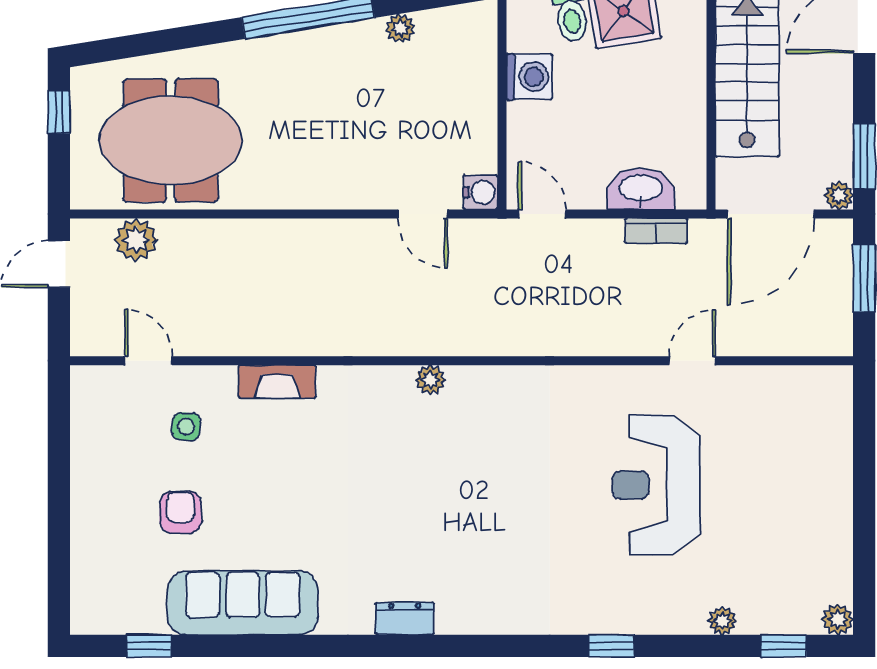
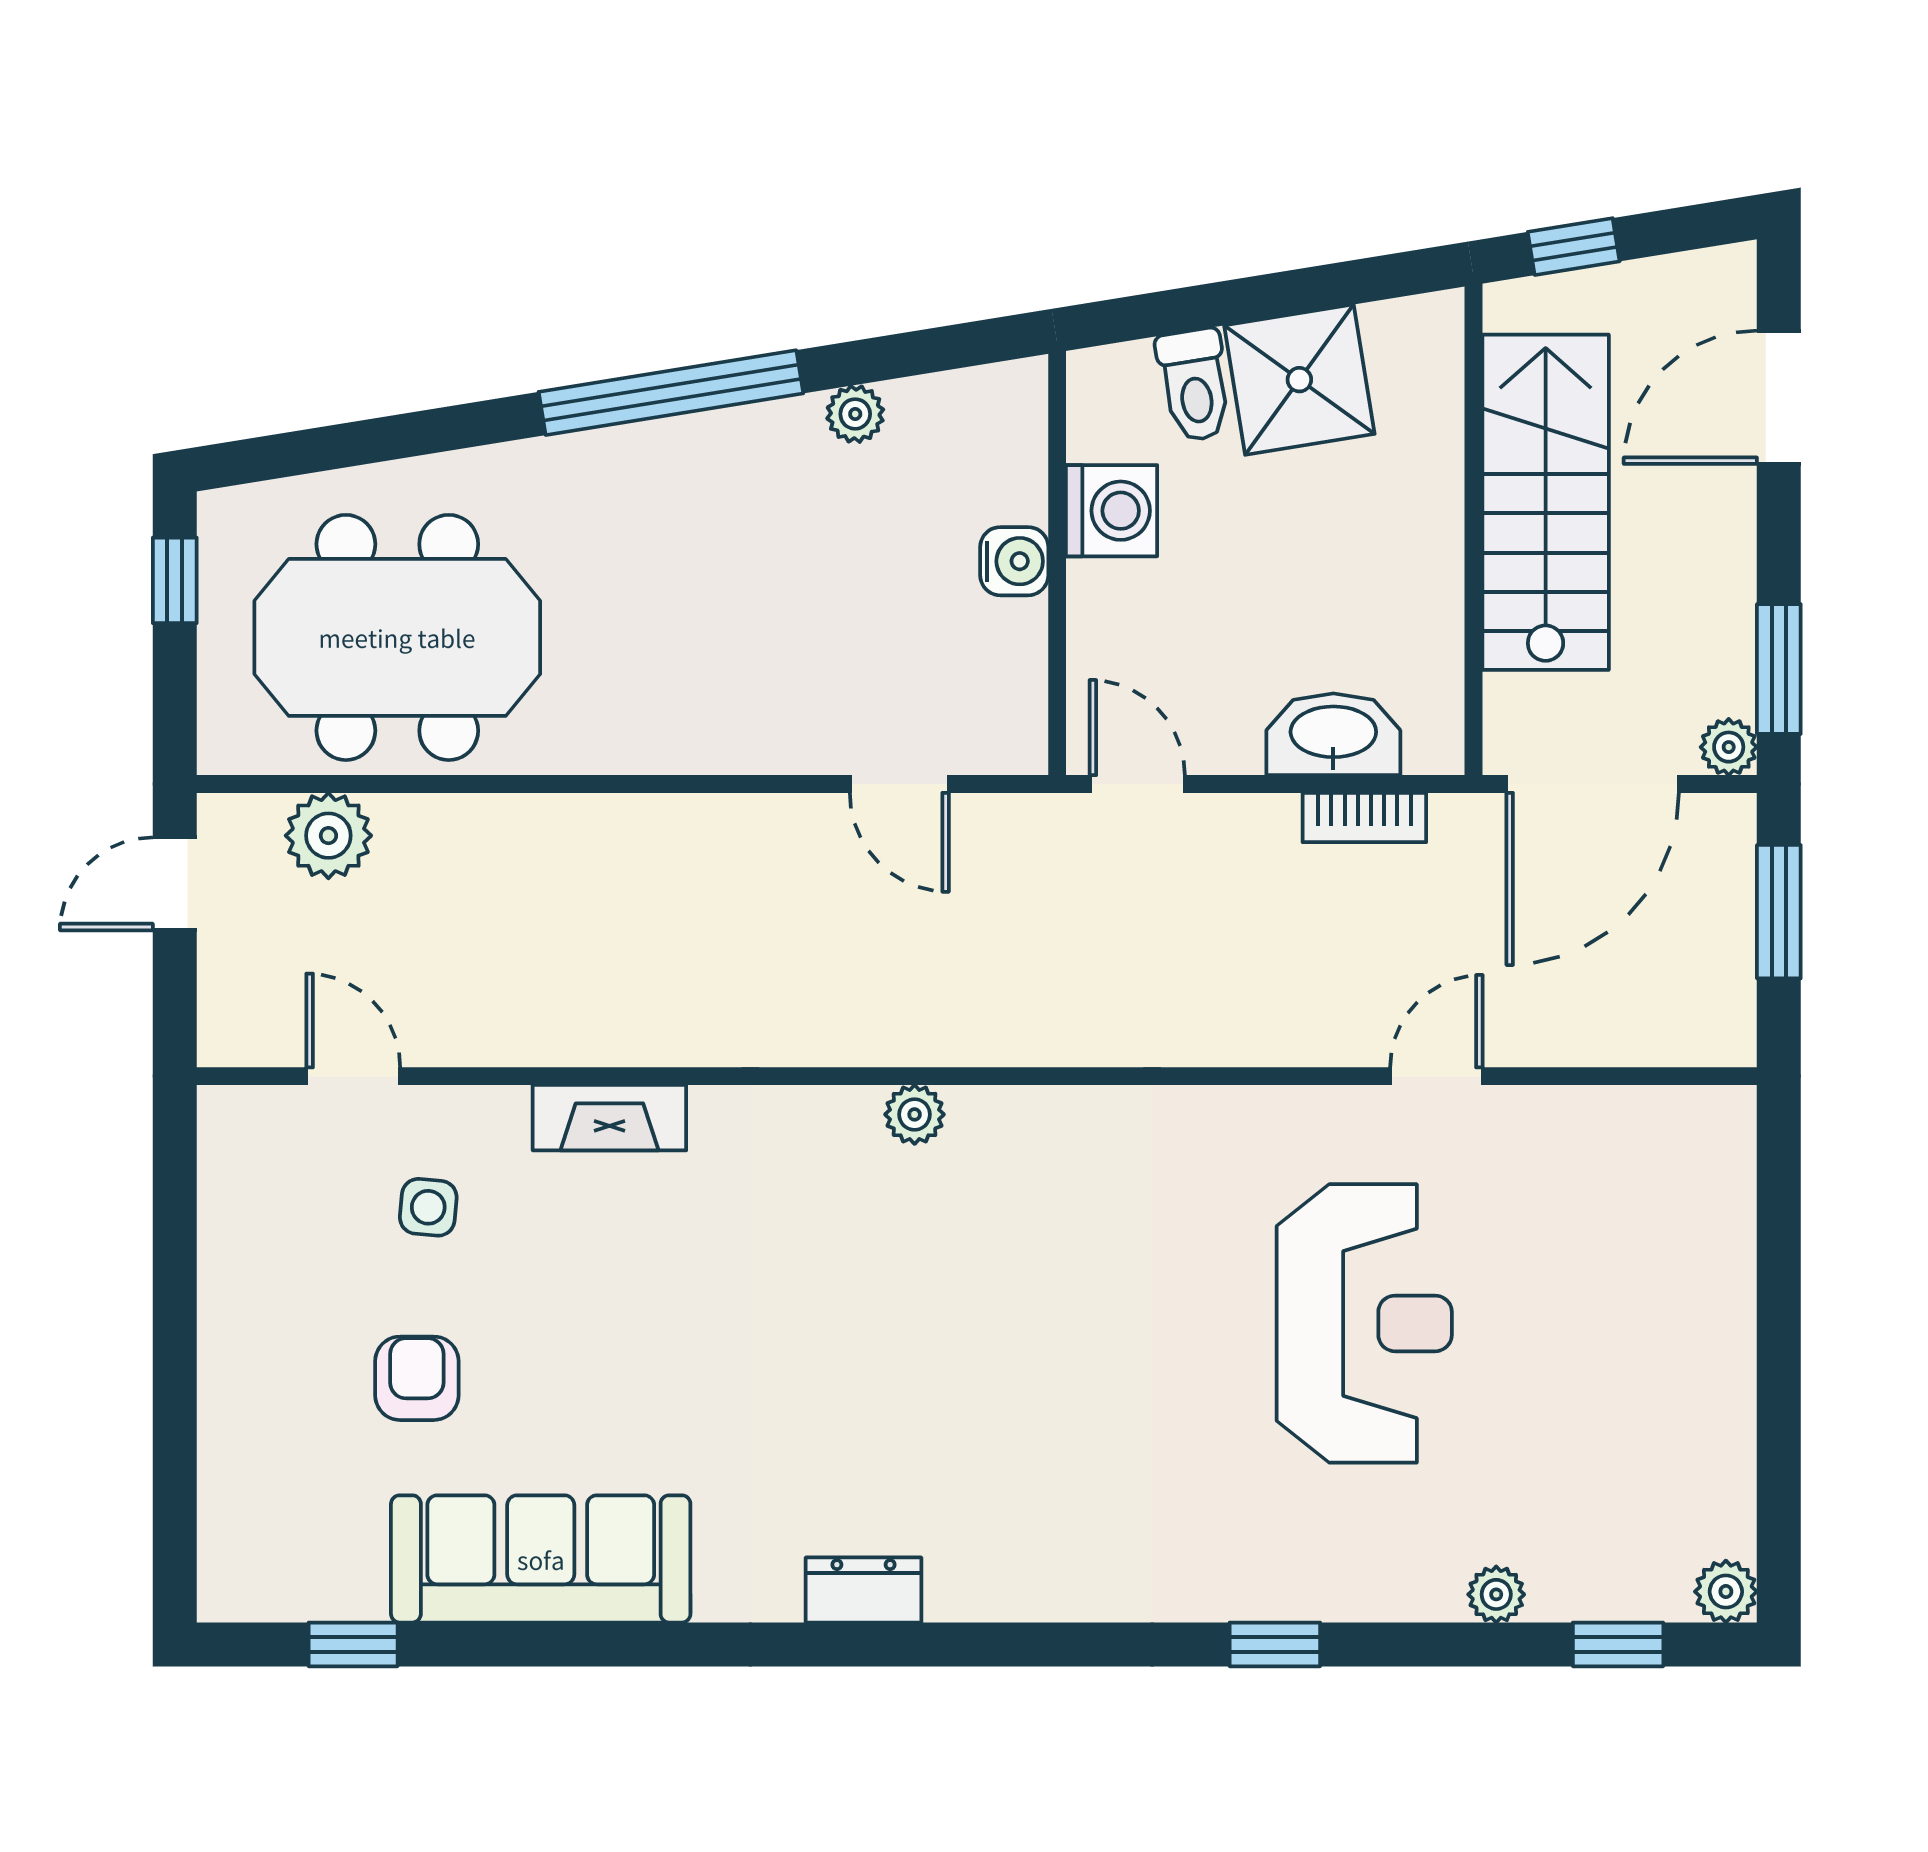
water cooler: (480, 192) -> (1014, 561), moved
reception desk: (656, 485) -> (1364, 1323), turned 180

